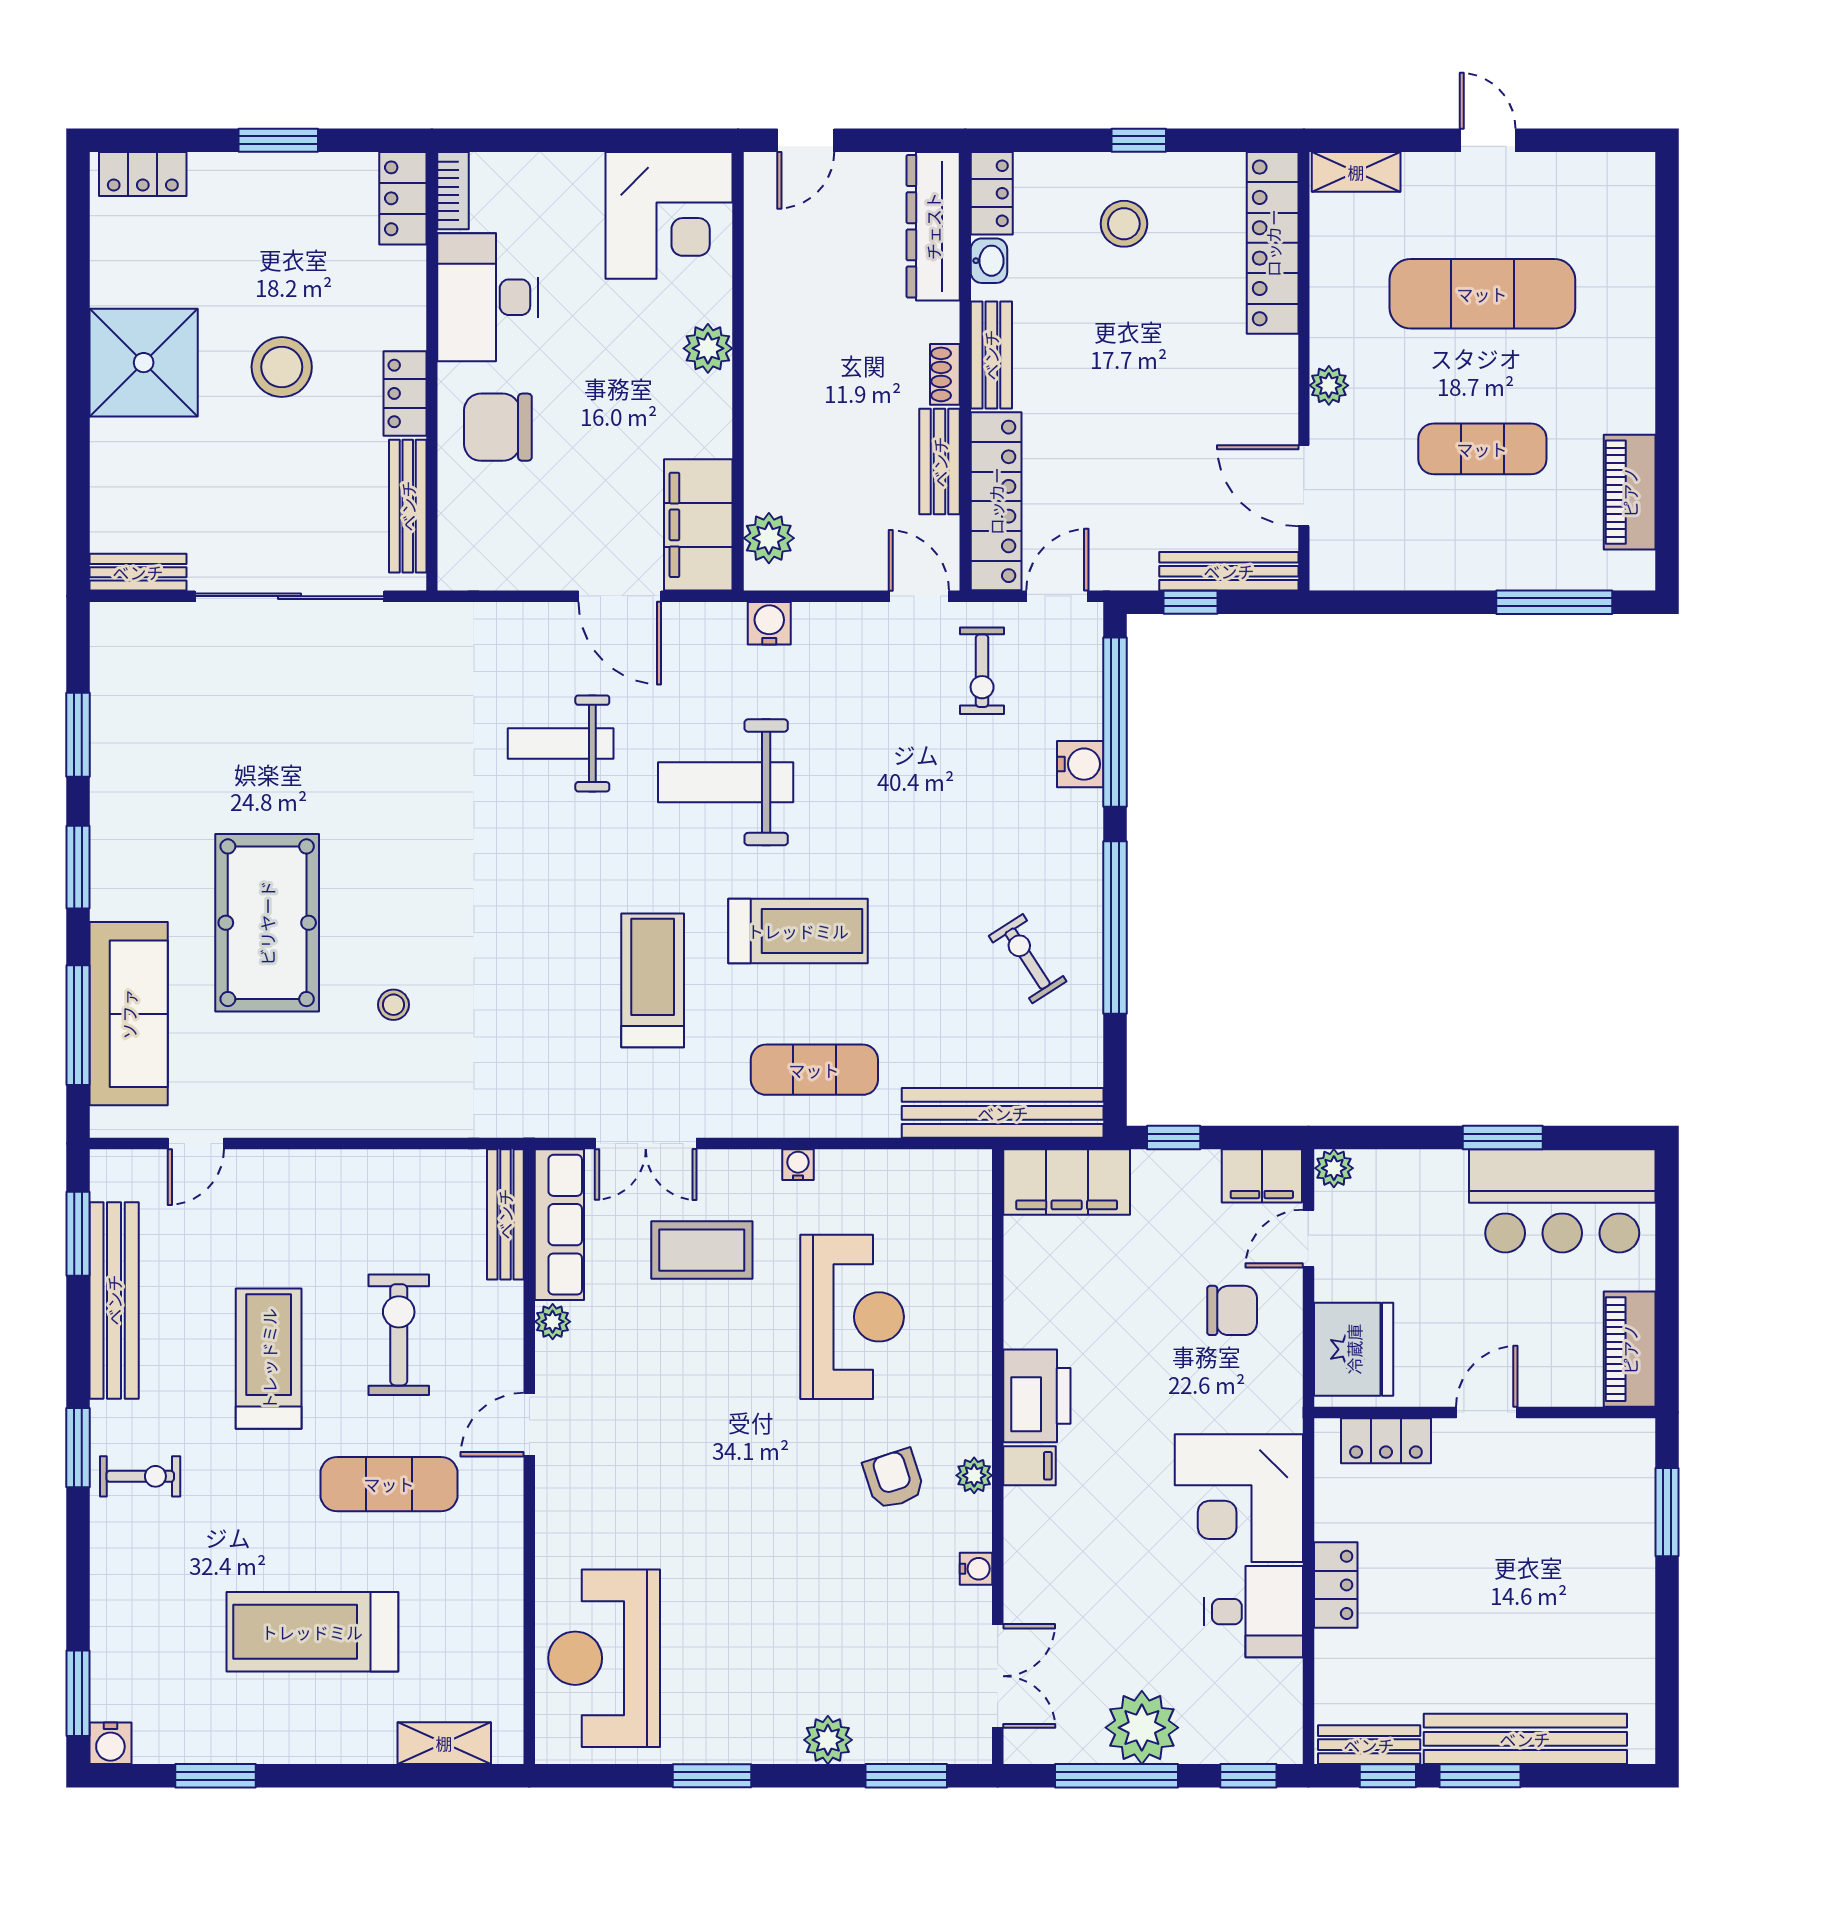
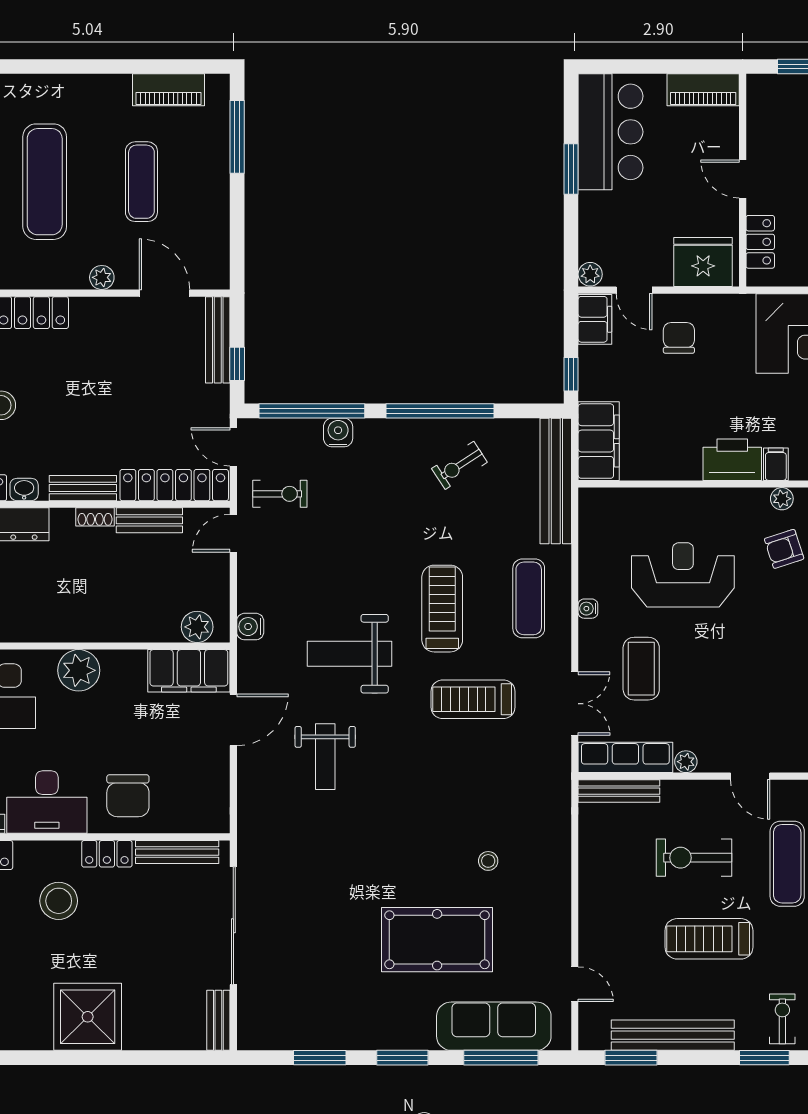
plant: (708, 348) -> (79, 670), width x1.36, depth x1.36
stool: (282, 367) -> (59, 901), moved
door: (1304, 486) -> (164, 293), swing flipped
weight bench: (726, 782) -> (349, 654), turned 90

